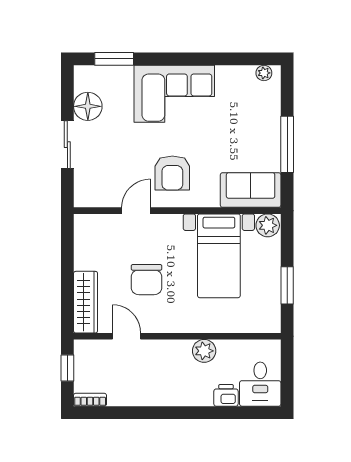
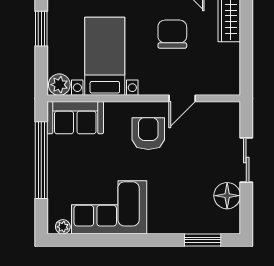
corner sofa: (174, 94) -> (109, 207), moved
window: (287, 144) -> (41, 160), width x1.46

